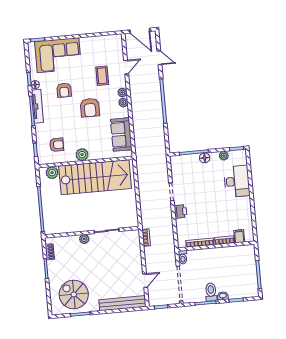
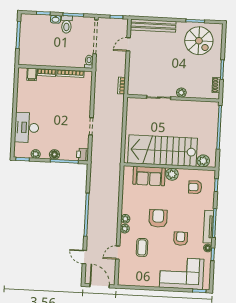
sofa: (121, 135) -> (149, 176), moved, turned 90
printer: (180, 212) -> (82, 155), moved

